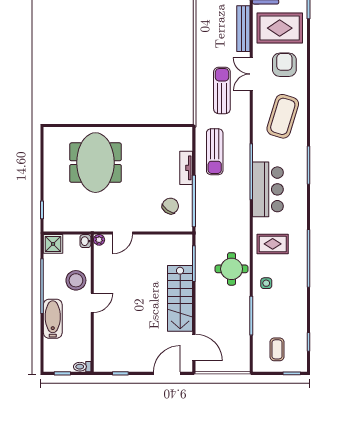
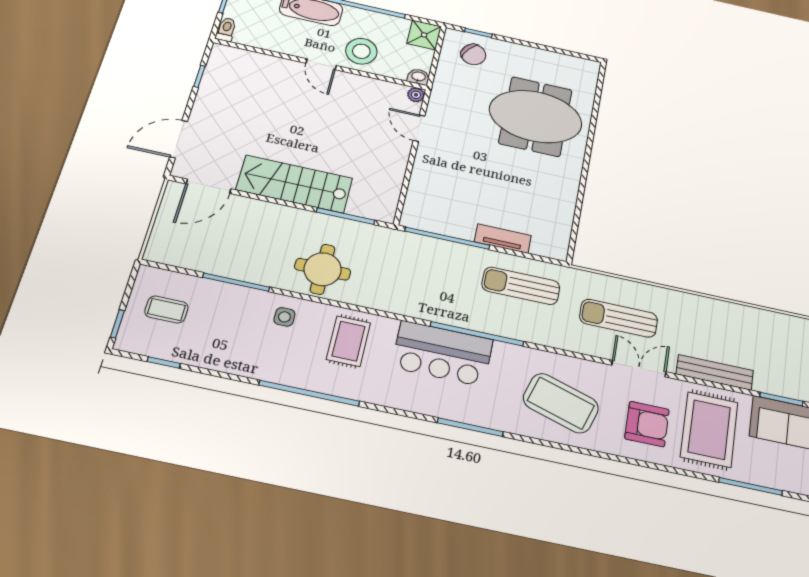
sun lounger: (222, 90) -> (619, 318), turned 180
chair: (170, 206) -> (473, 55), moved
door: (167, 373) -> (179, 139), swing flipped

